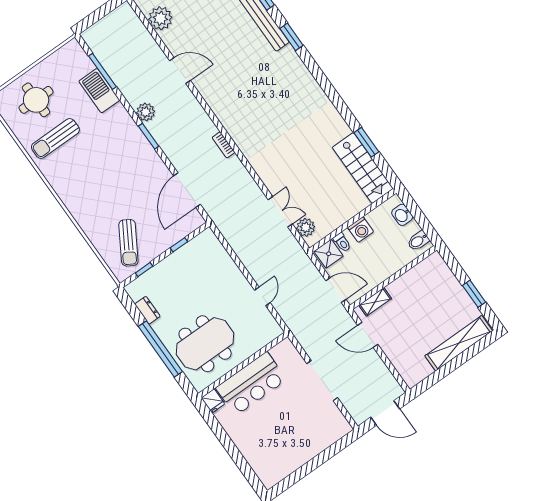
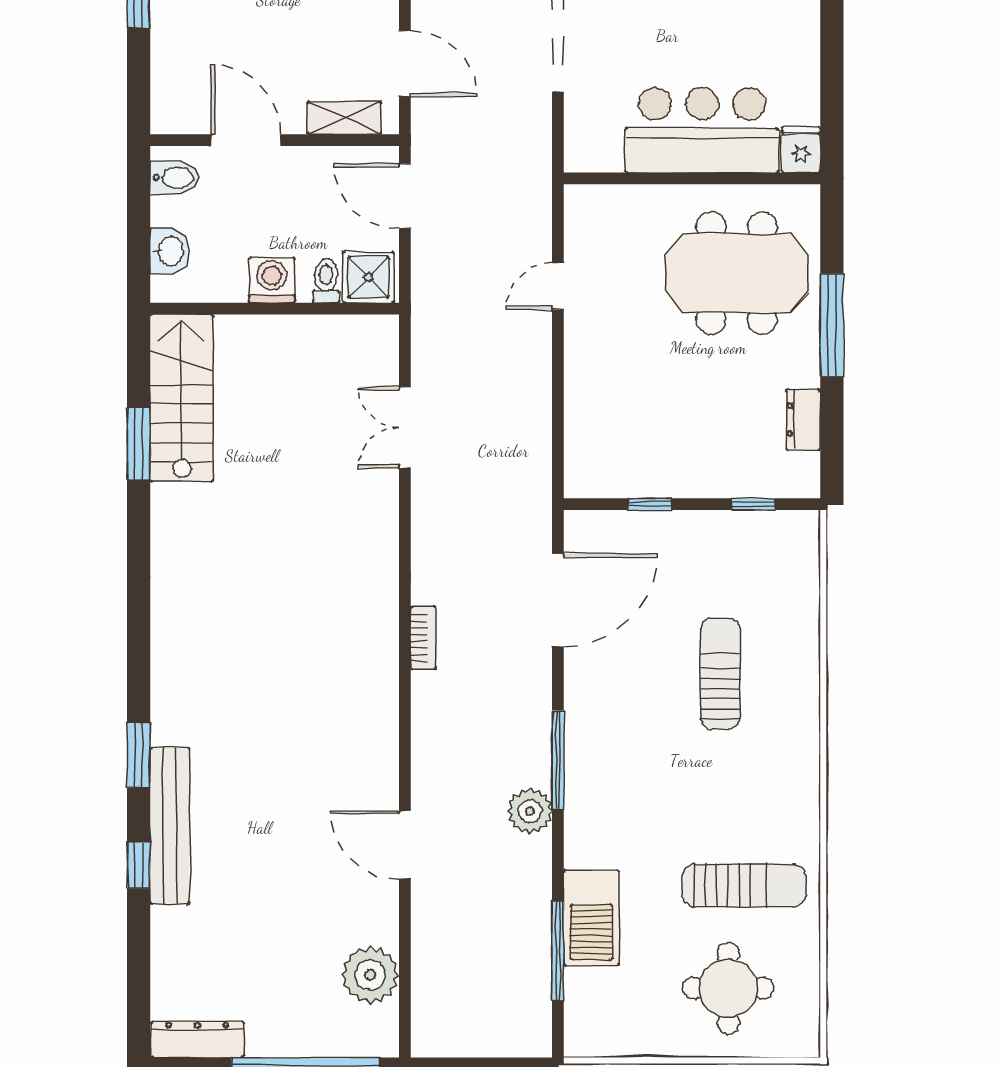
window: (149, 136) -> (558, 760), width x1.44
plant: (306, 227) -> (377, 361), removed
sun lounger: (128, 243) -> (720, 673), moved, turned -31
door: (403, 271) -> (246, 140), added
window: (160, 349) -> (832, 325), width x0.68

